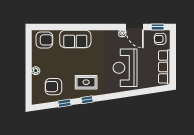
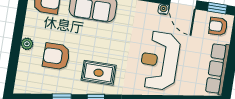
armchair: (53, 87) -> (56, 56), moved

